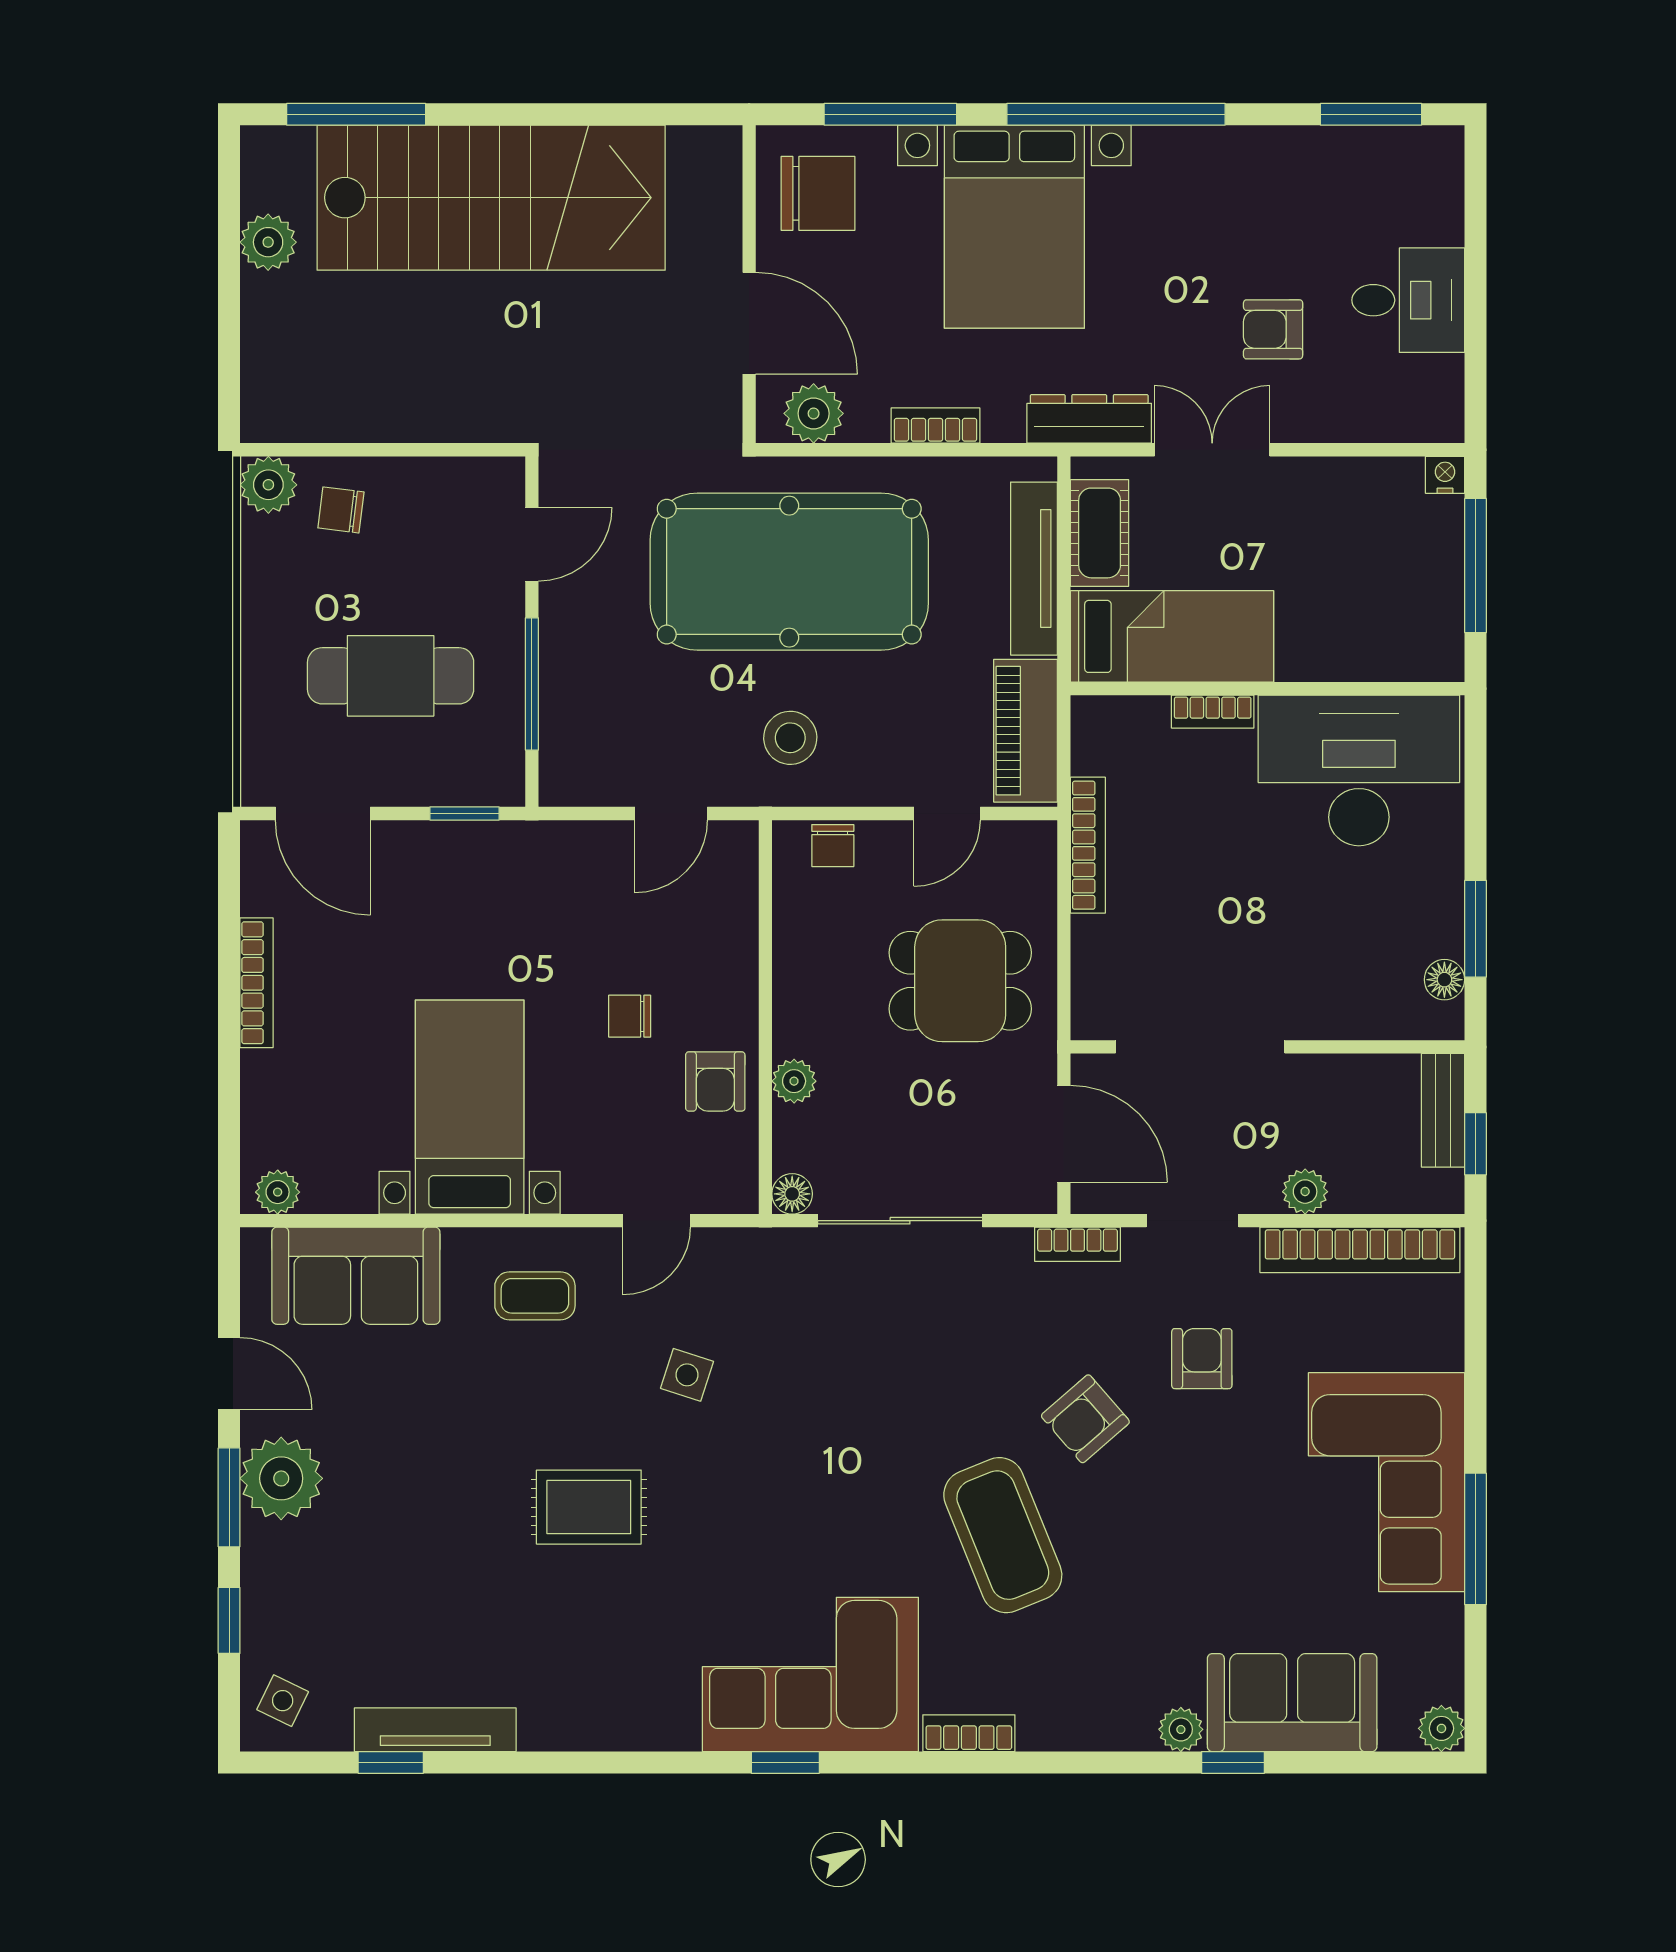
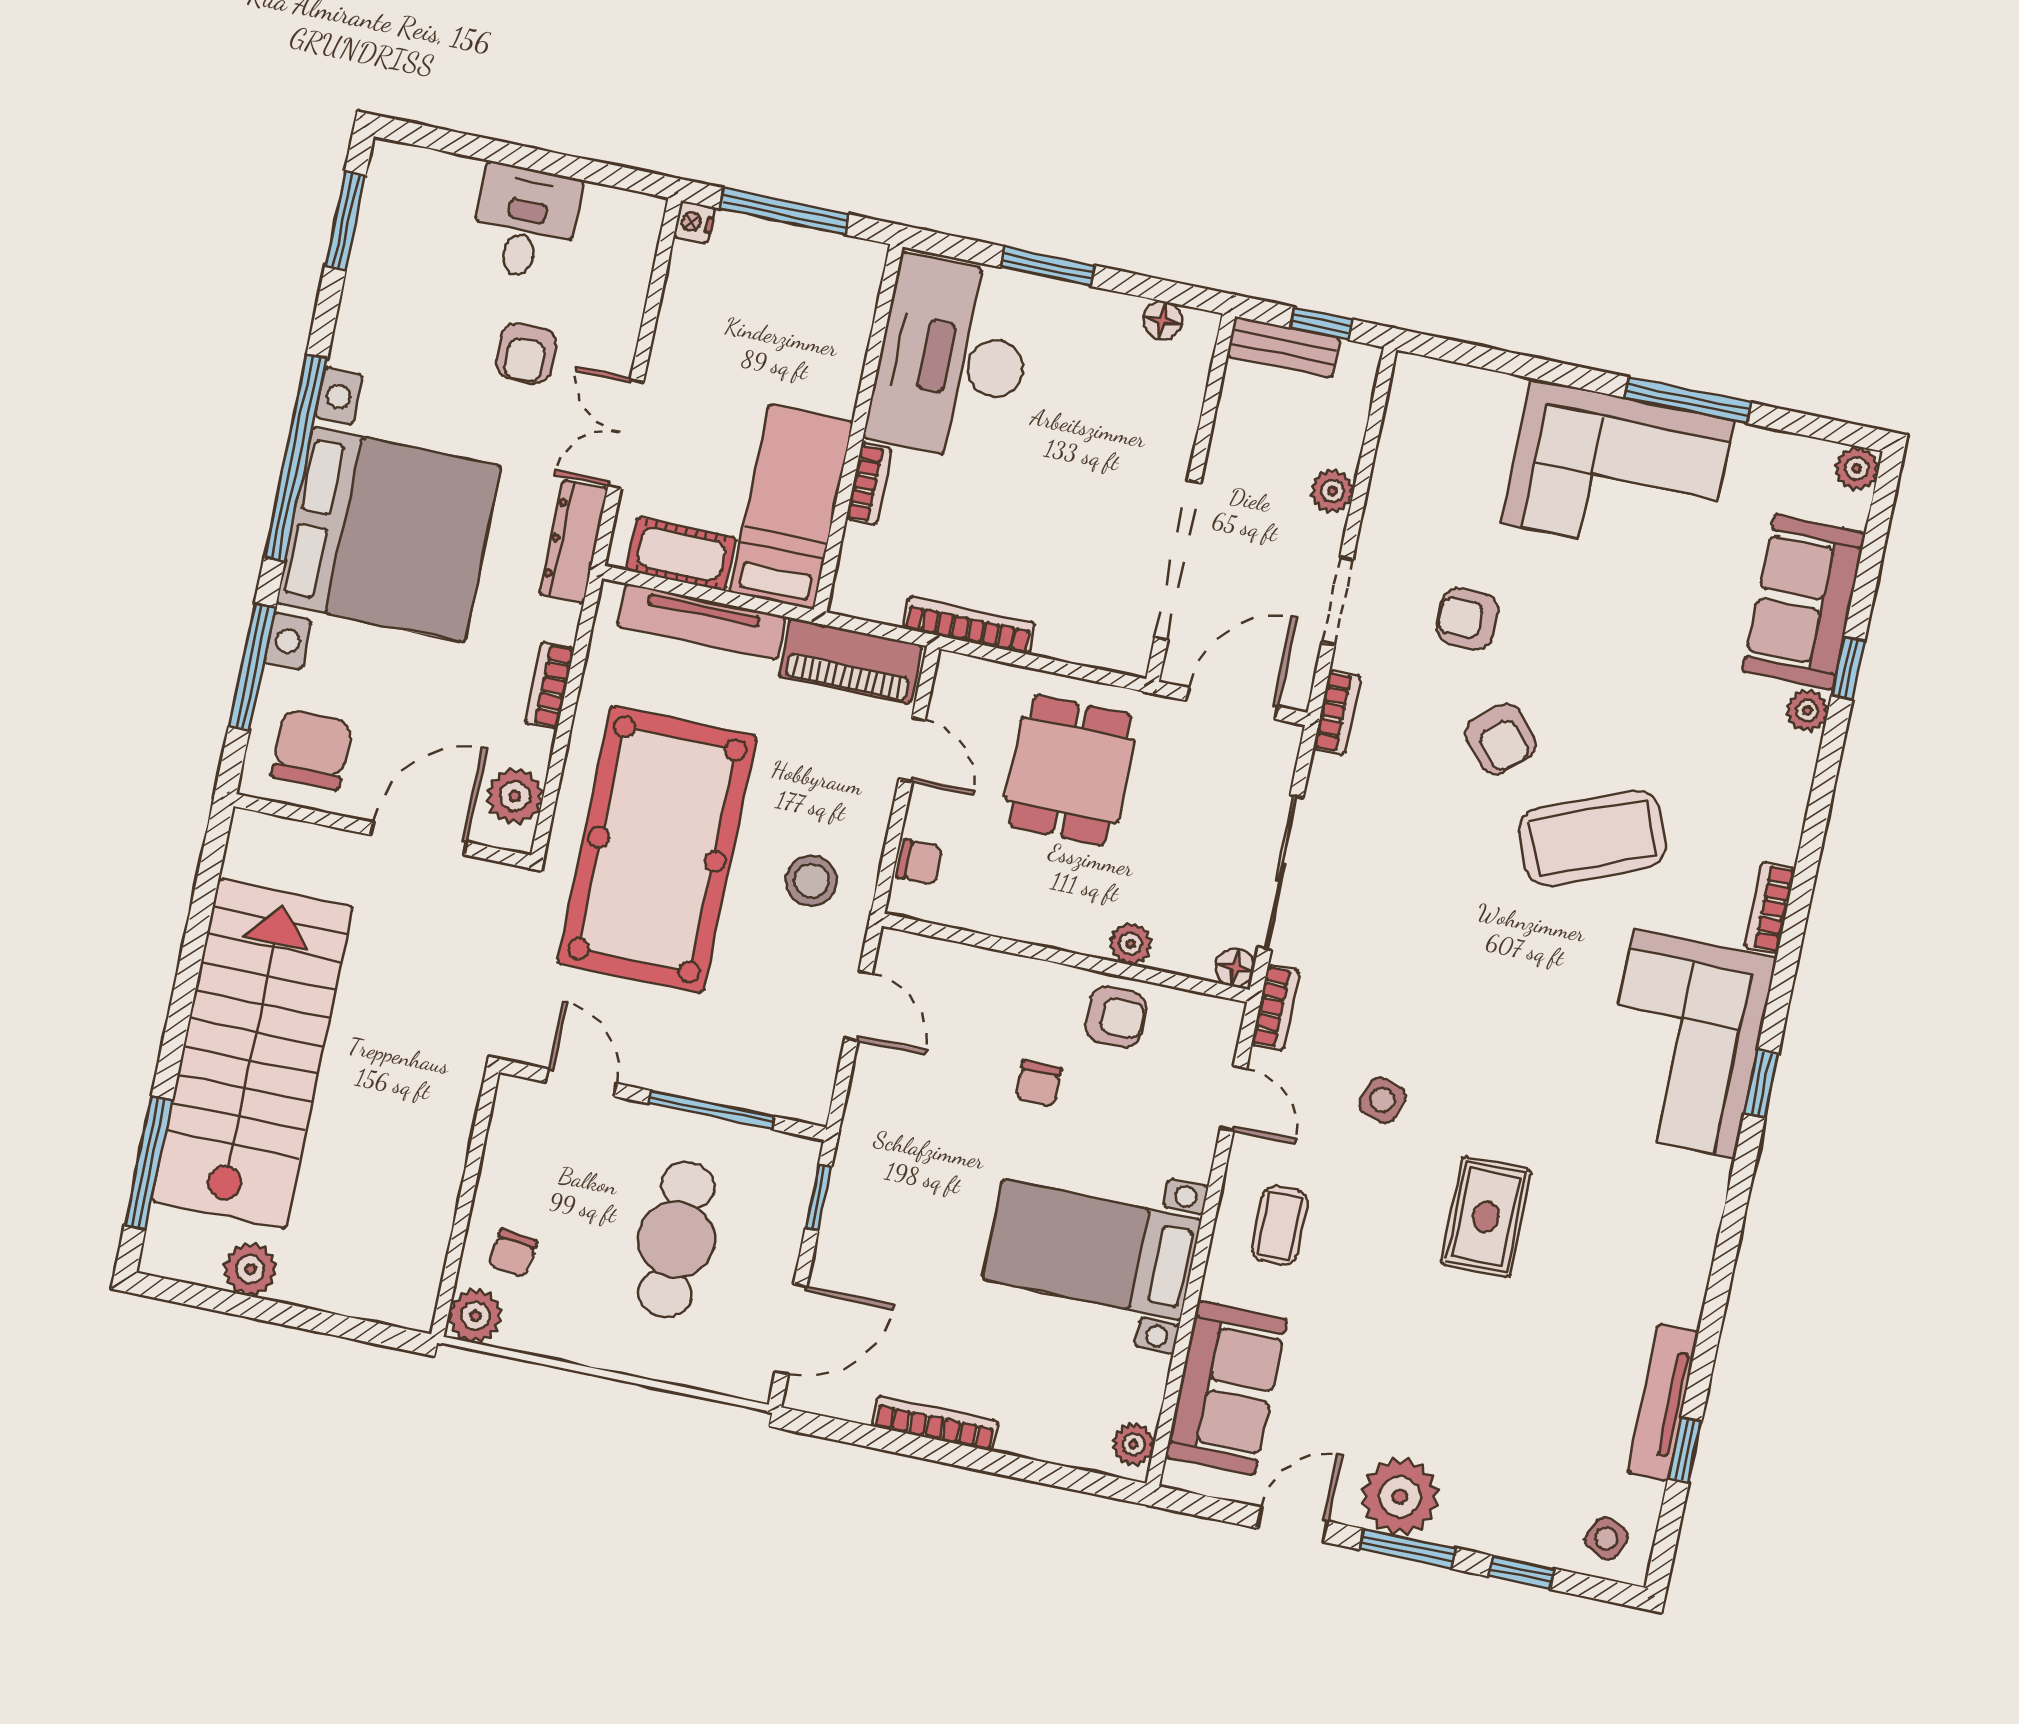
bed with nightstands: (1014, 227) -> (389, 534), width x1.36
window: (1475, 929) -> (1048, 266), moved
bookcase: (1360, 1250) -> (1276, 1008), moved, width x0.43, depth x0.76

